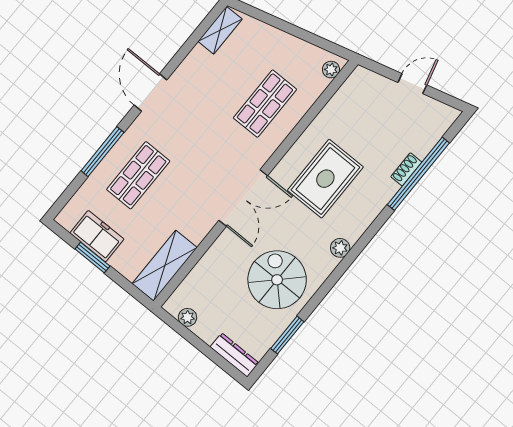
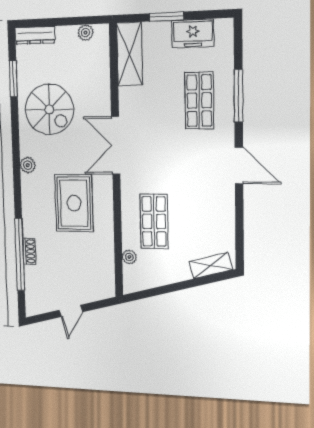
shelving: (220, 30) -> (211, 266), moved, turned 75
plant: (331, 70) -> (129, 257), moved
window: (92, 257) -> (166, 17), moved

